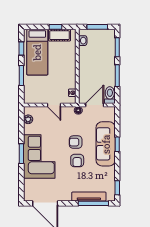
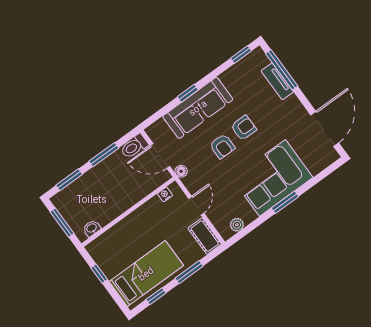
cot: (59, 35) -> (205, 236), moved
tv unit: (89, 197) -> (277, 81), width x0.71

